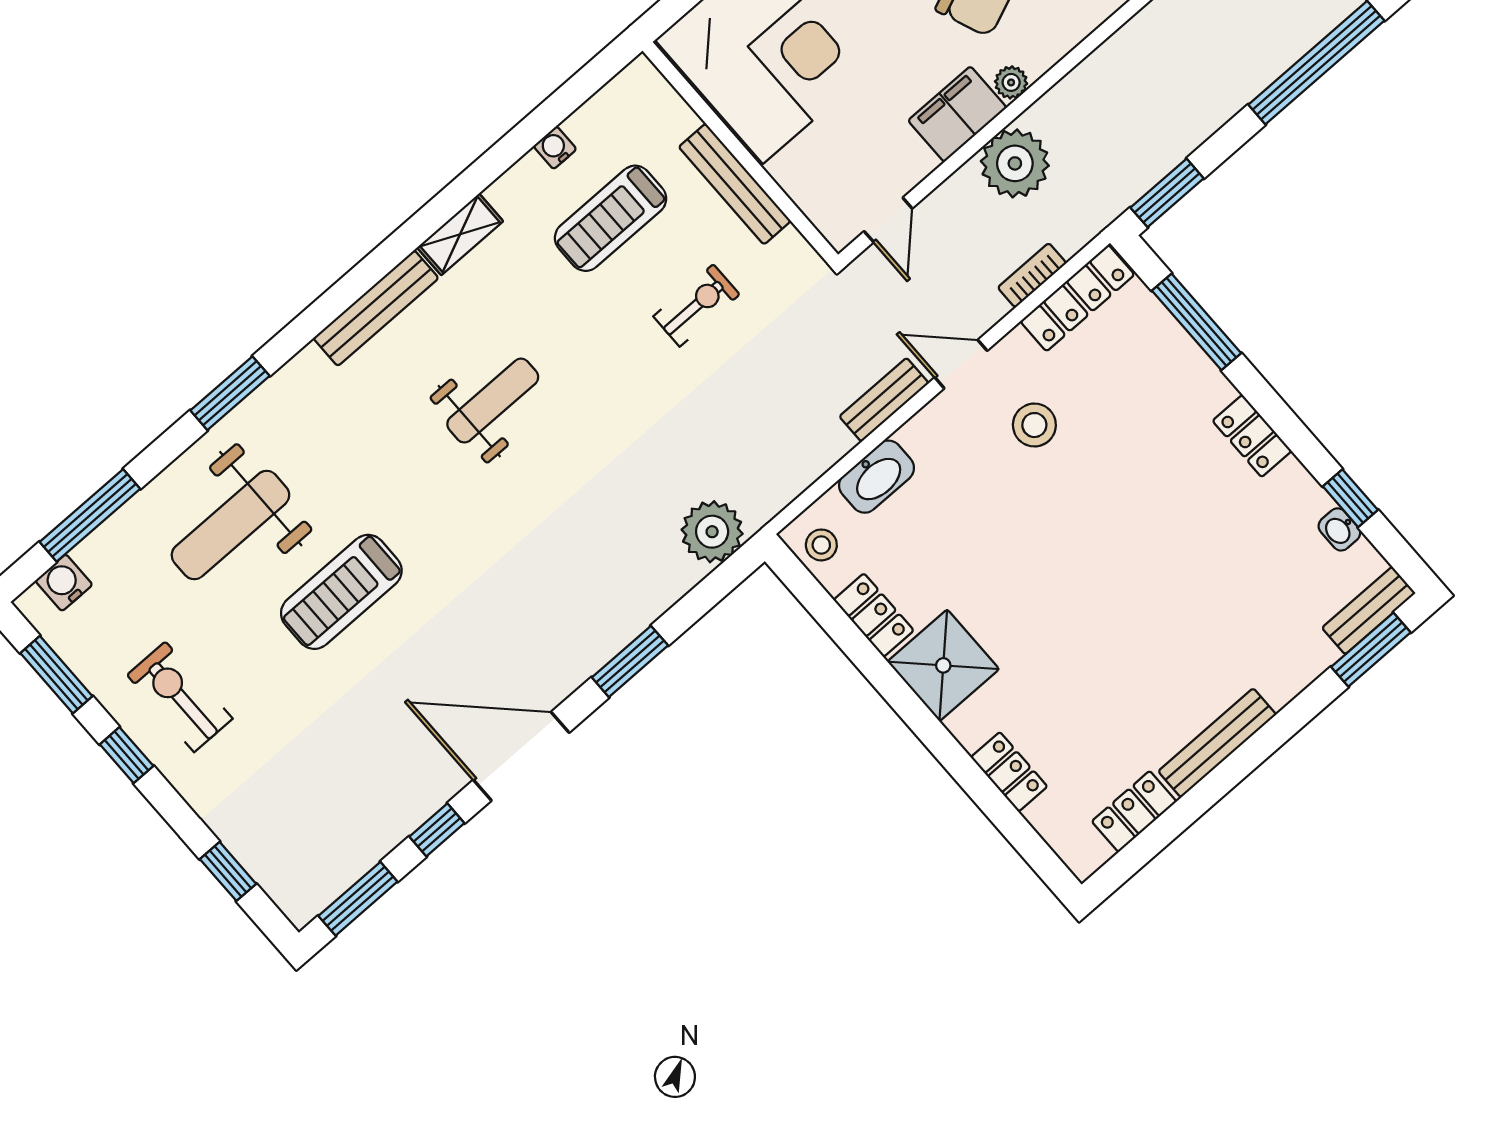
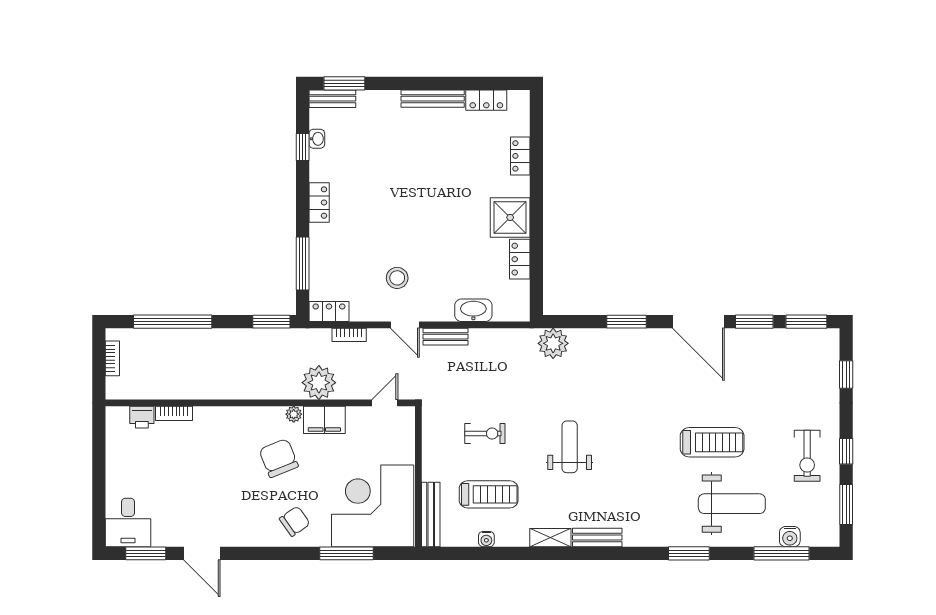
bench: (735, 184) -> (431, 514), moved
locker: (1077, 298) -> (329, 312), width x0.66
exercise bike: (696, 305) -> (485, 434), turned 180
bench: (376, 308) -> (597, 537), width x0.73
weight bench: (493, 401) -> (570, 447), moved, turned 90
stool: (821, 545) -> (516, 303), removed
water cooler: (64, 583) -> (790, 537), moved
window: (437, 830) -> (754, 322), width x1.50

